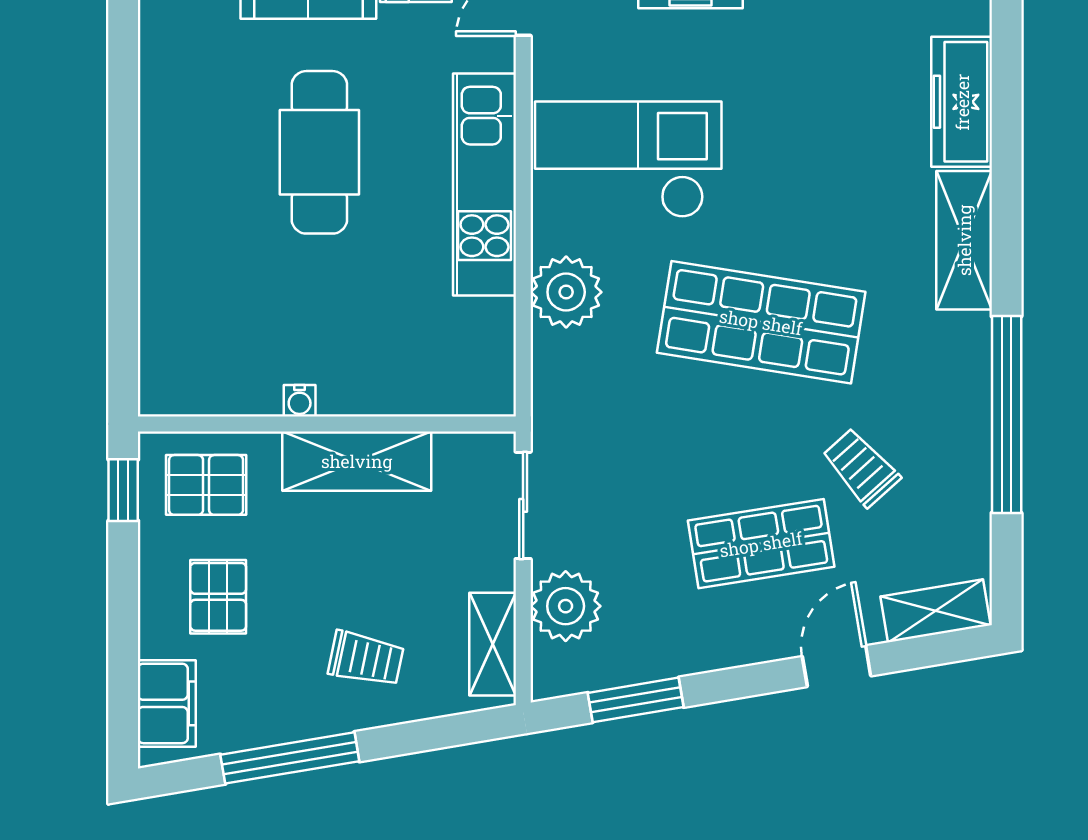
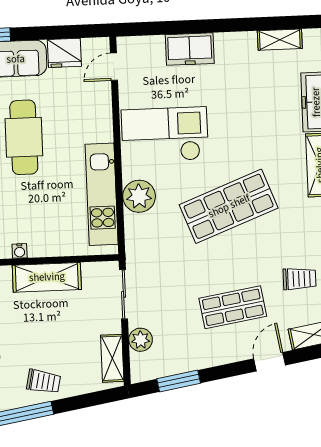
kitchen unit: (484, 185) -> (102, 194), moved
shop shelf: (761, 322) -> (229, 206), turned -30
trolley: (861, 467) -> (299, 279), moved, turned 132
plant: (566, 606) -> (141, 340), width x0.73, depth x0.73
trolley: (366, 659) -> (44, 381), moved

